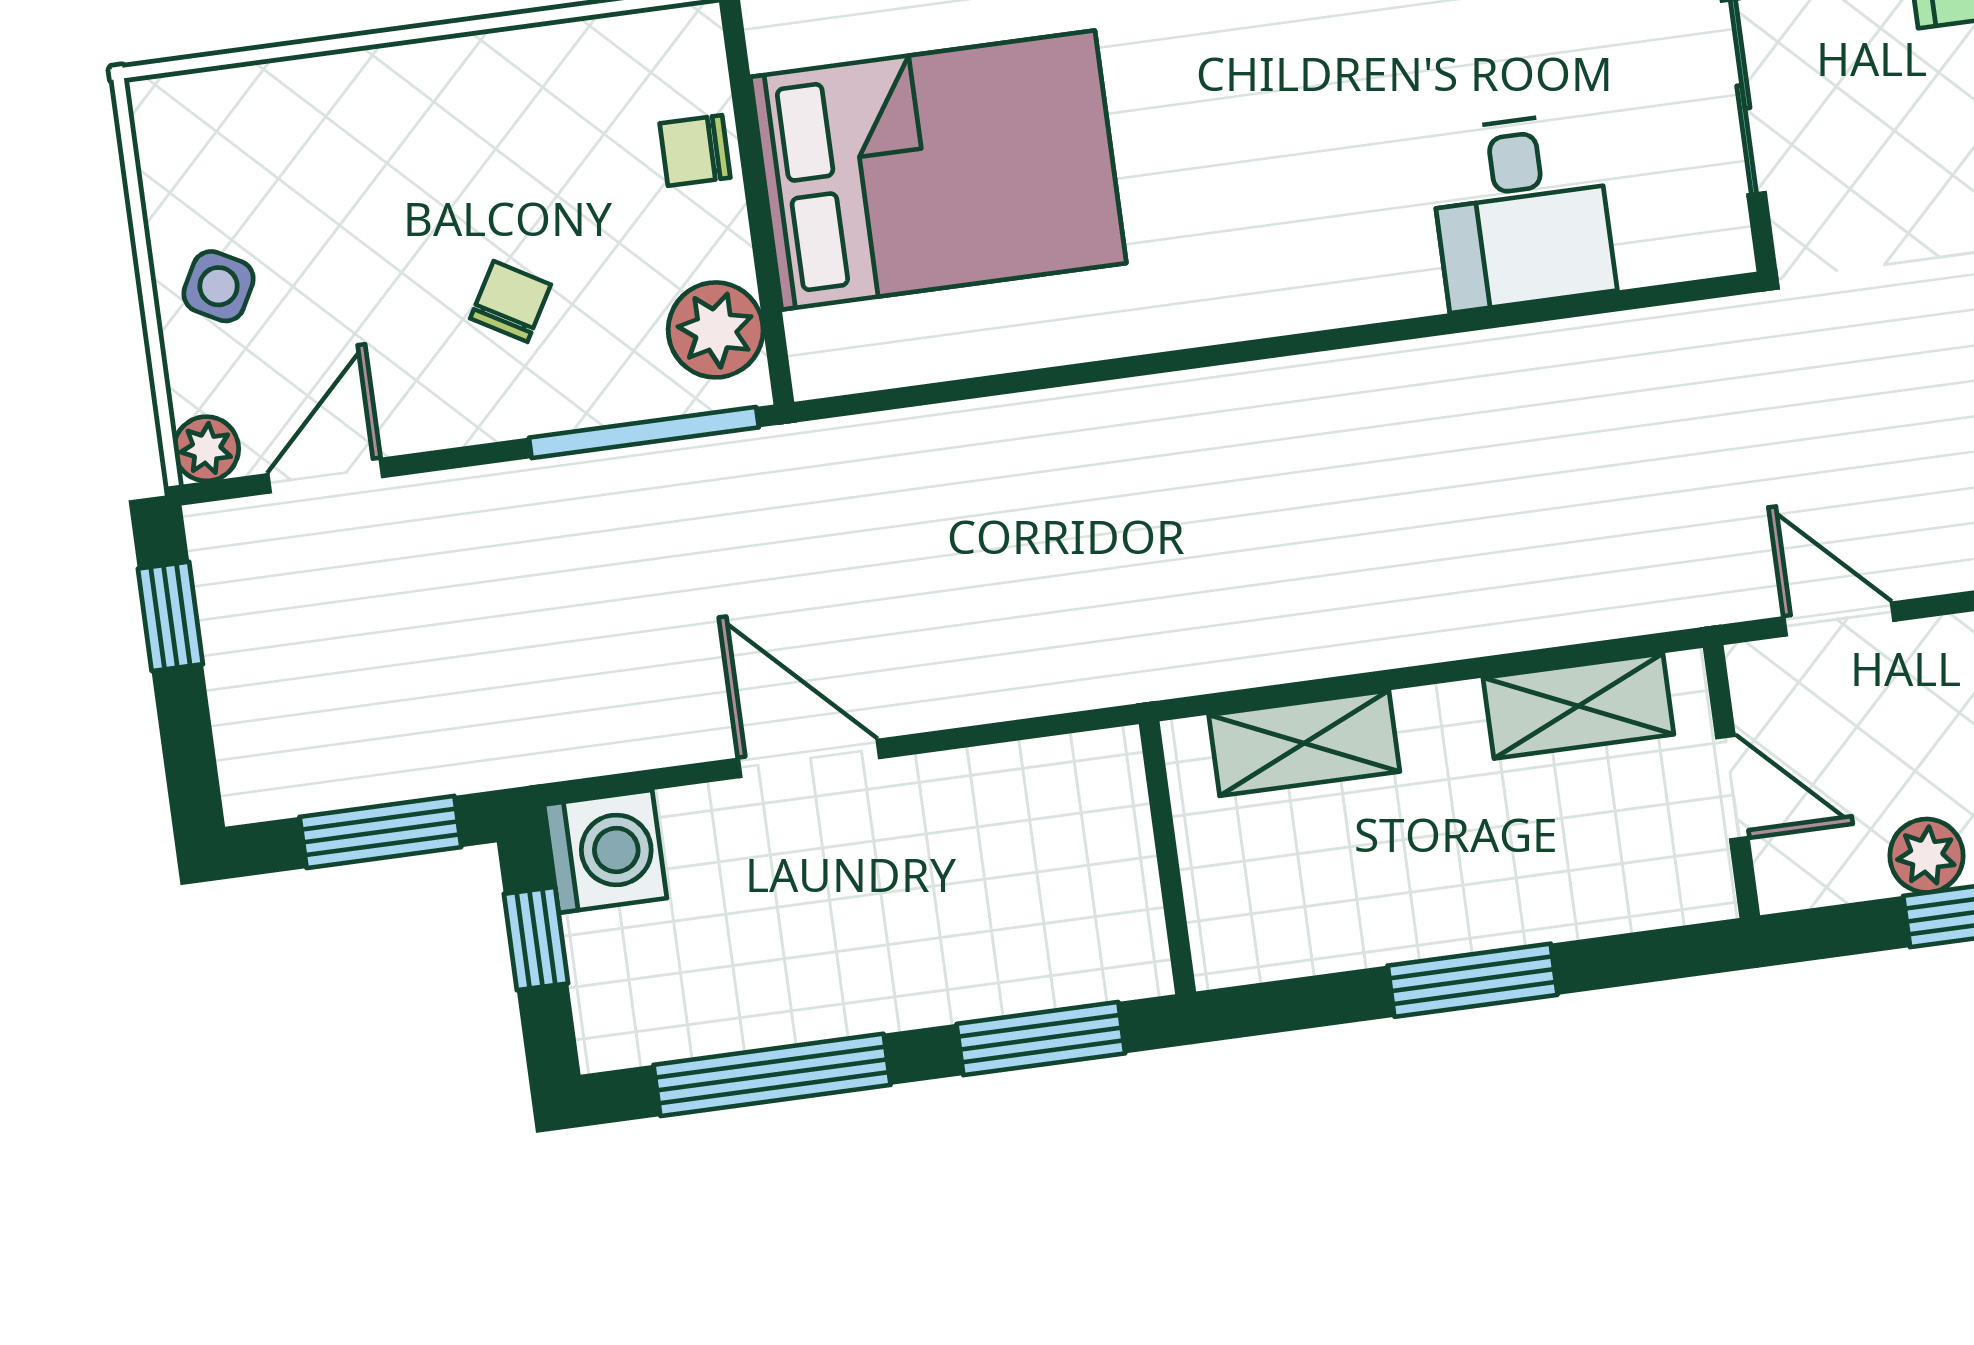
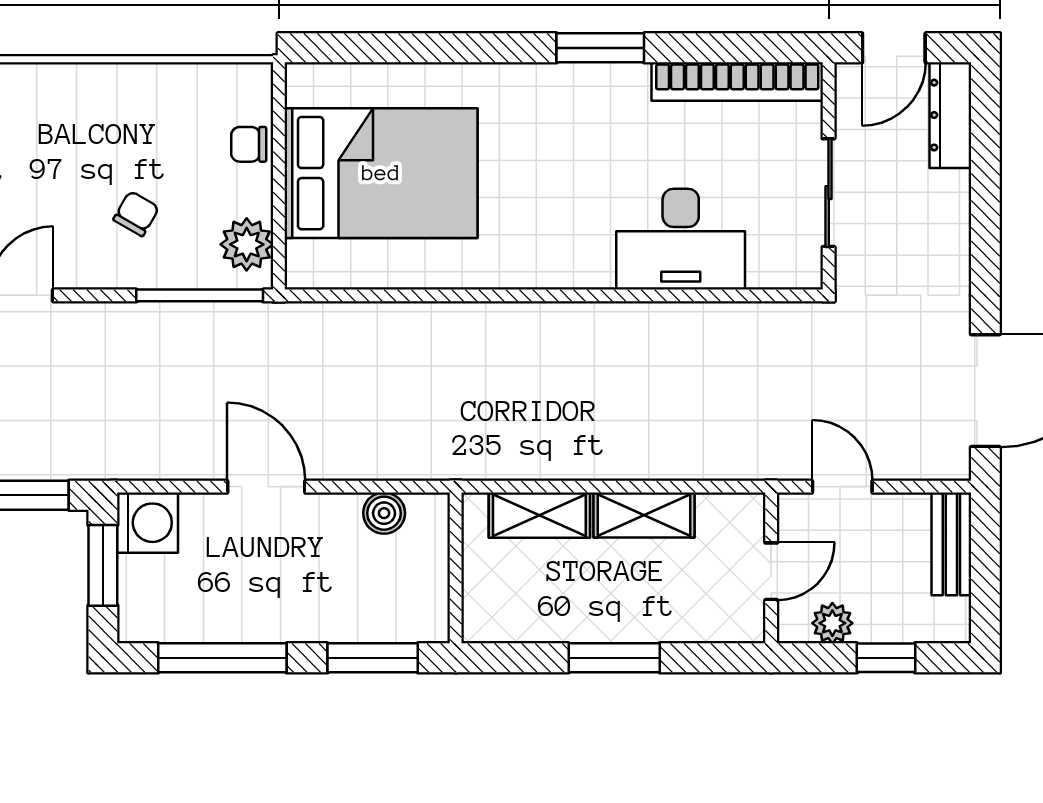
desk: (1521, 212) -> (681, 239), width x1.37
shelving: (1578, 706) -> (644, 515), moved
boiler: (1026, 777) -> (384, 513), added
door: (1732, 788) -> (771, 571), hinge flipped
plant: (1926, 856) -> (832, 623), moved
window: (536, 939) -> (103, 565), width x1.50

